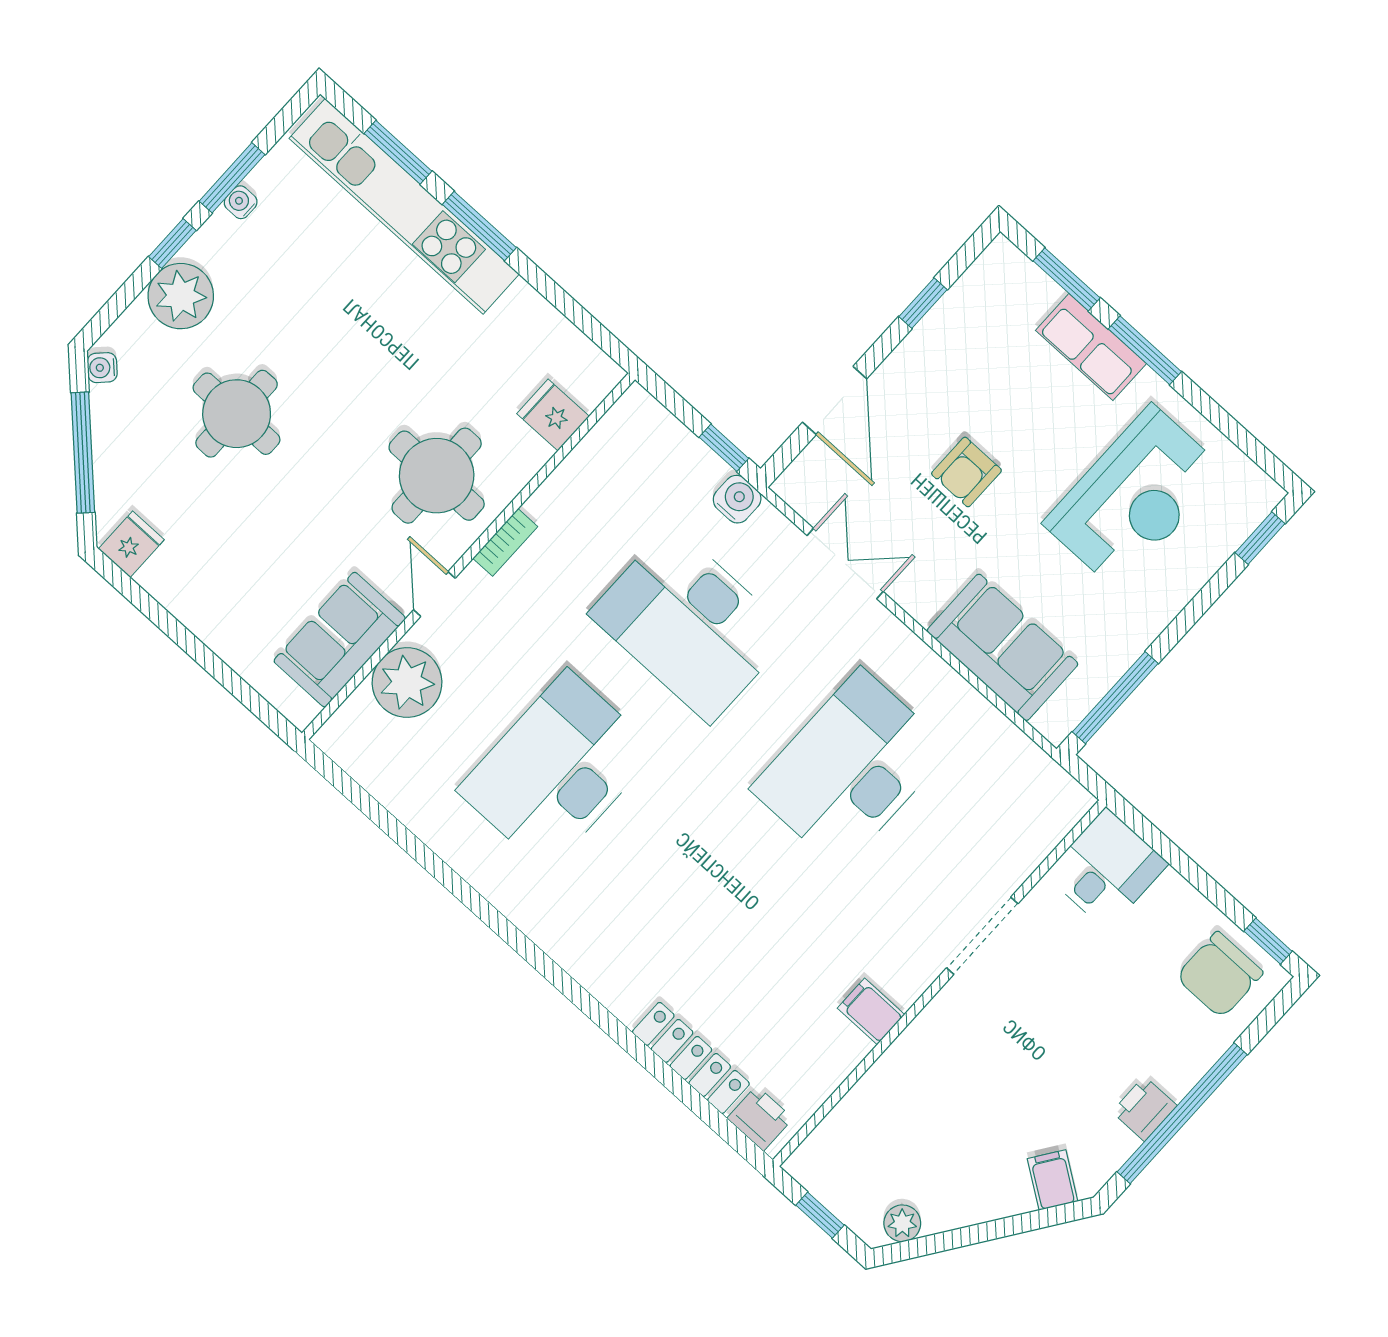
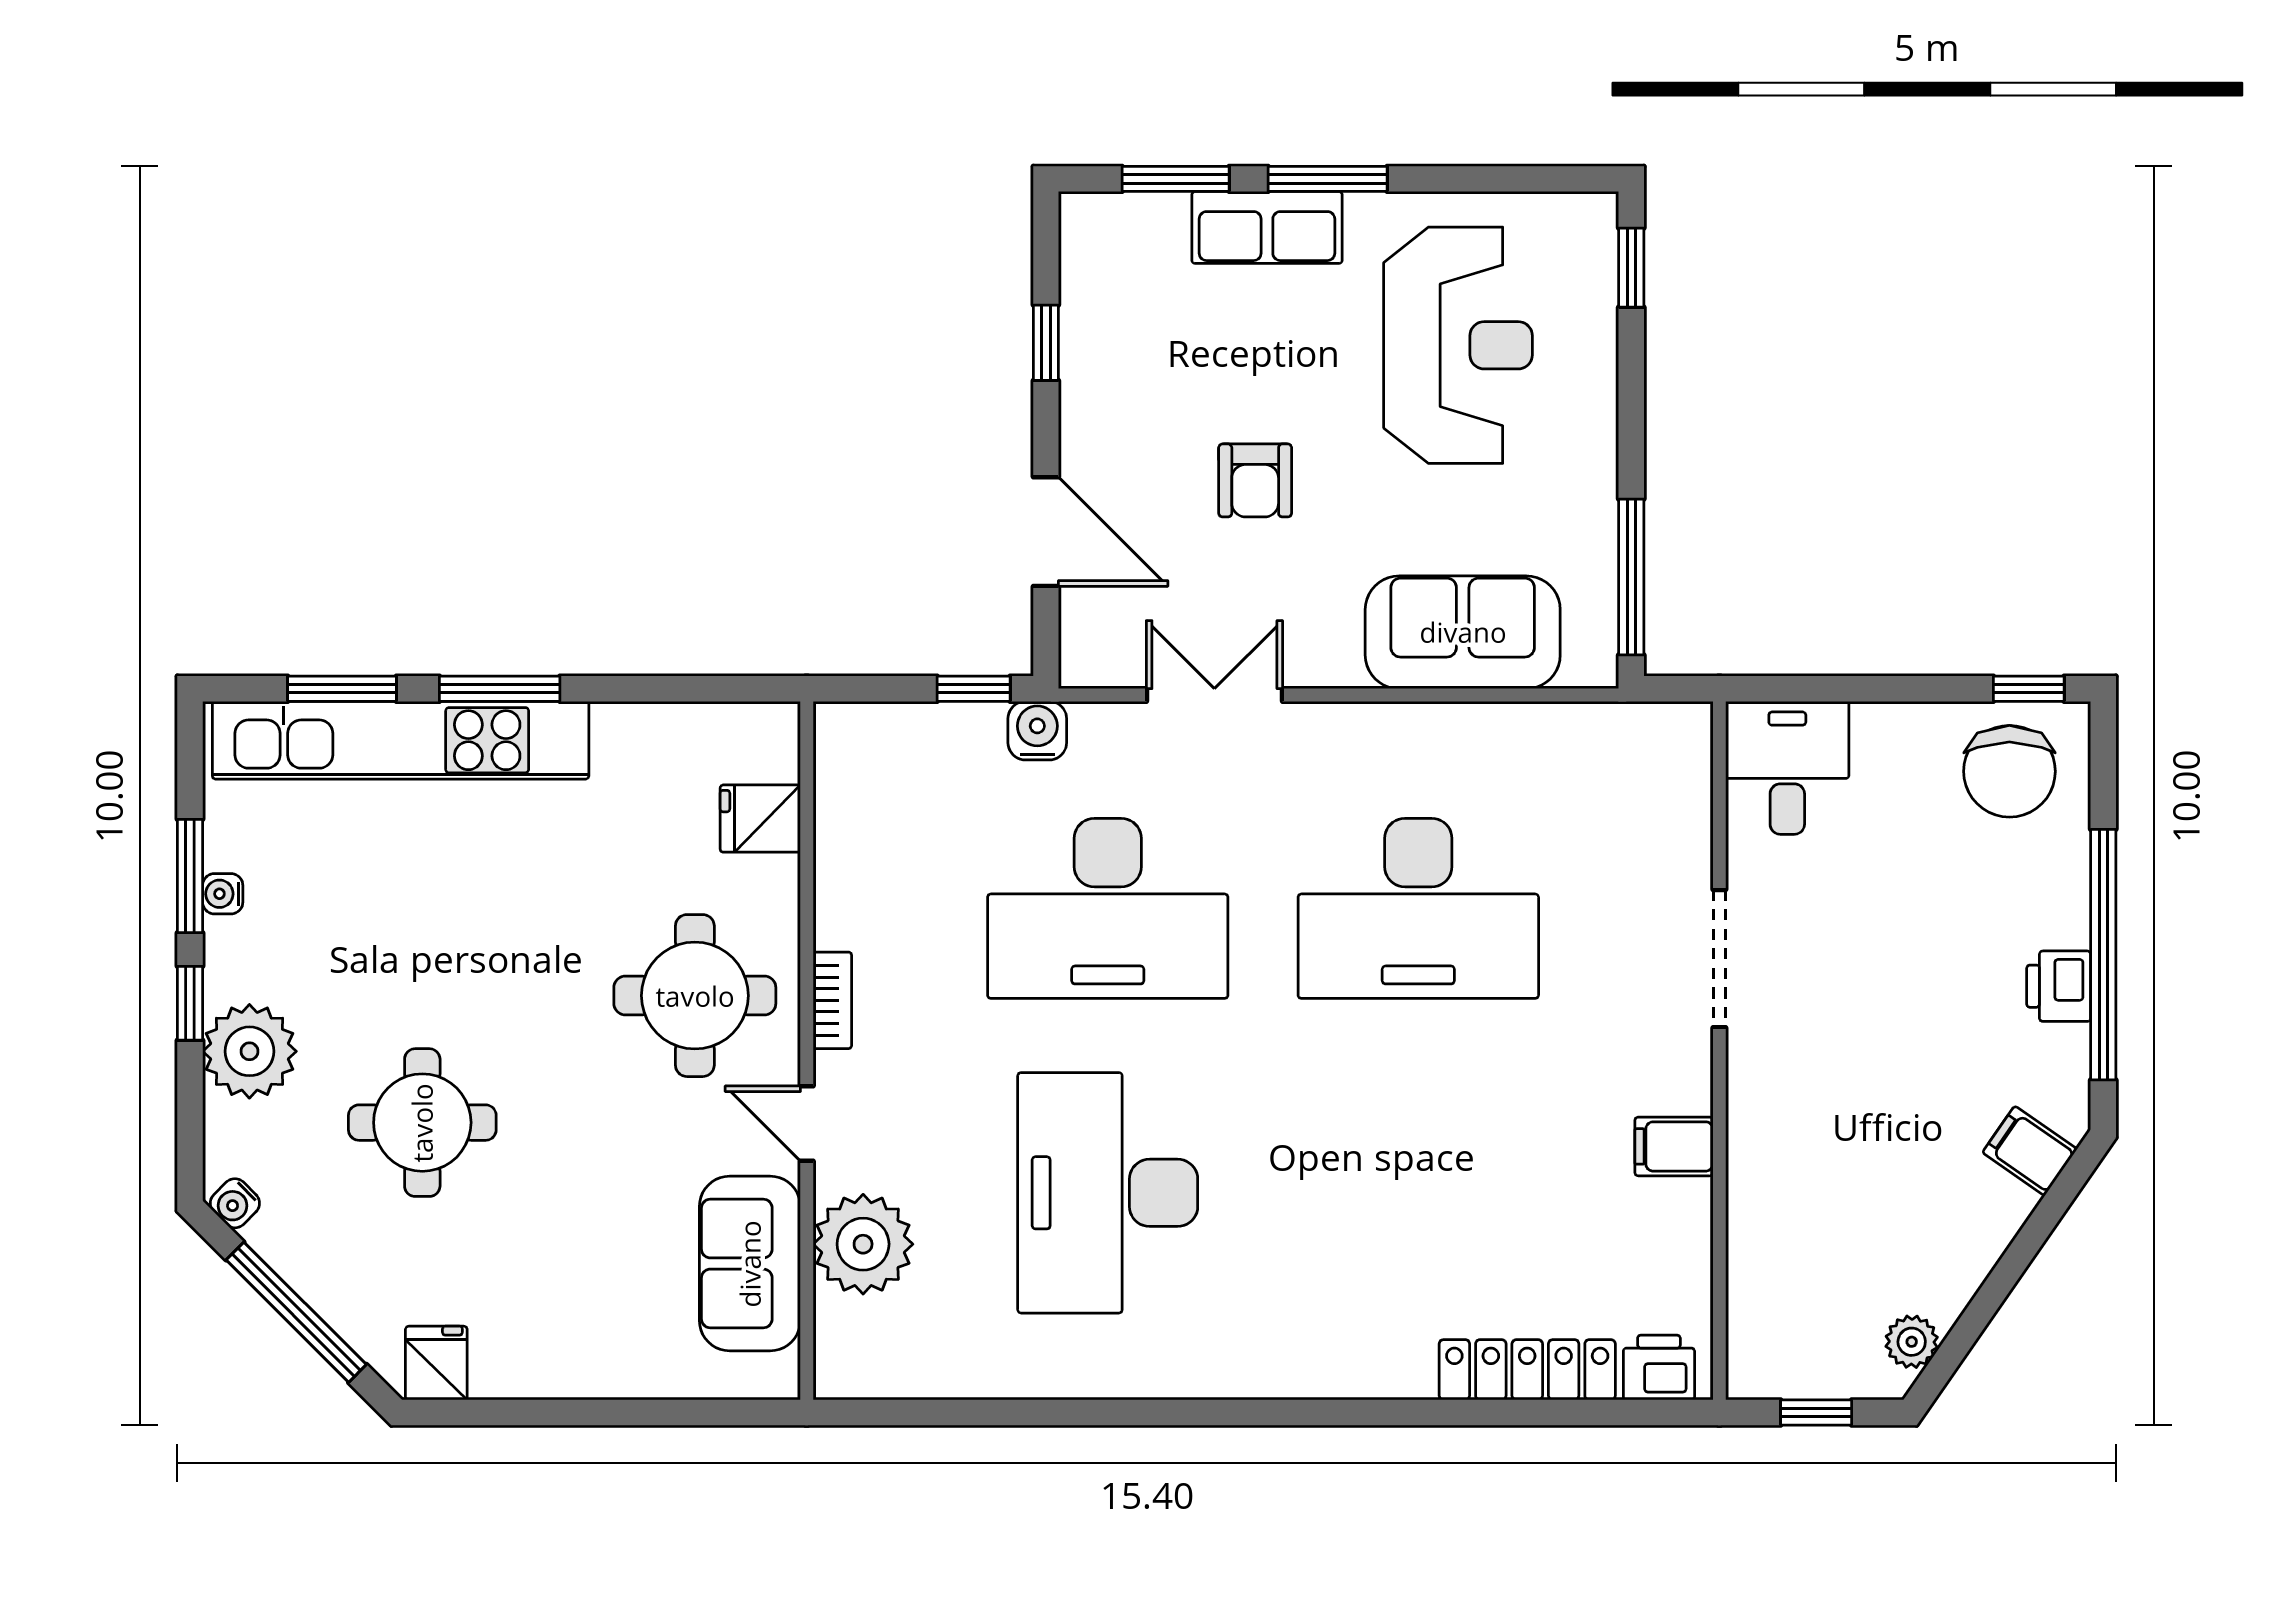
desk: (850, 769) -> (1418, 908), turned -90

